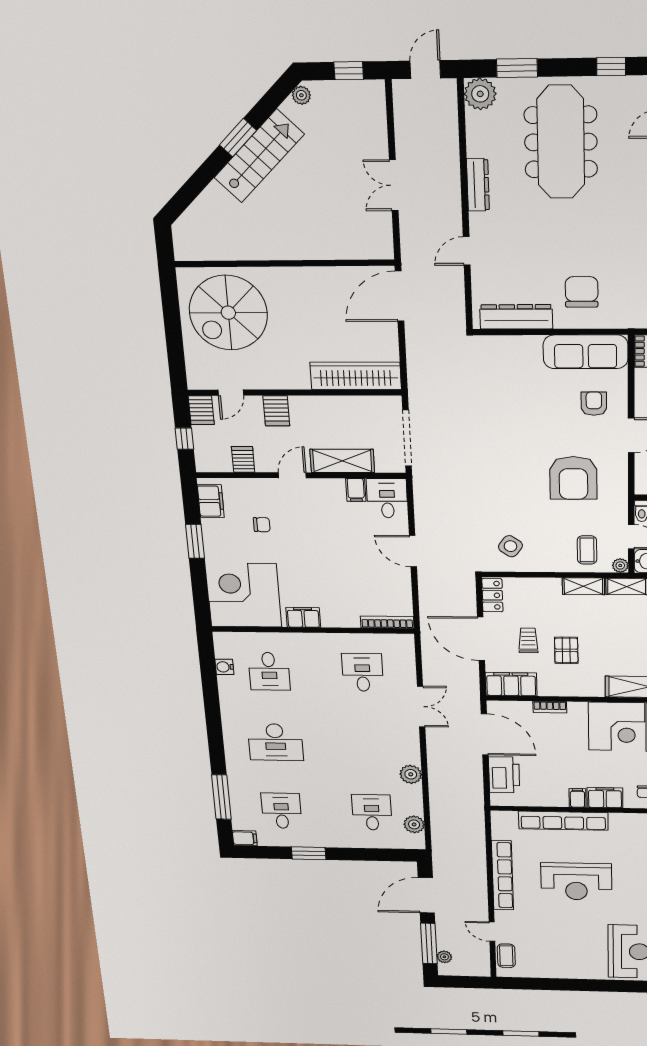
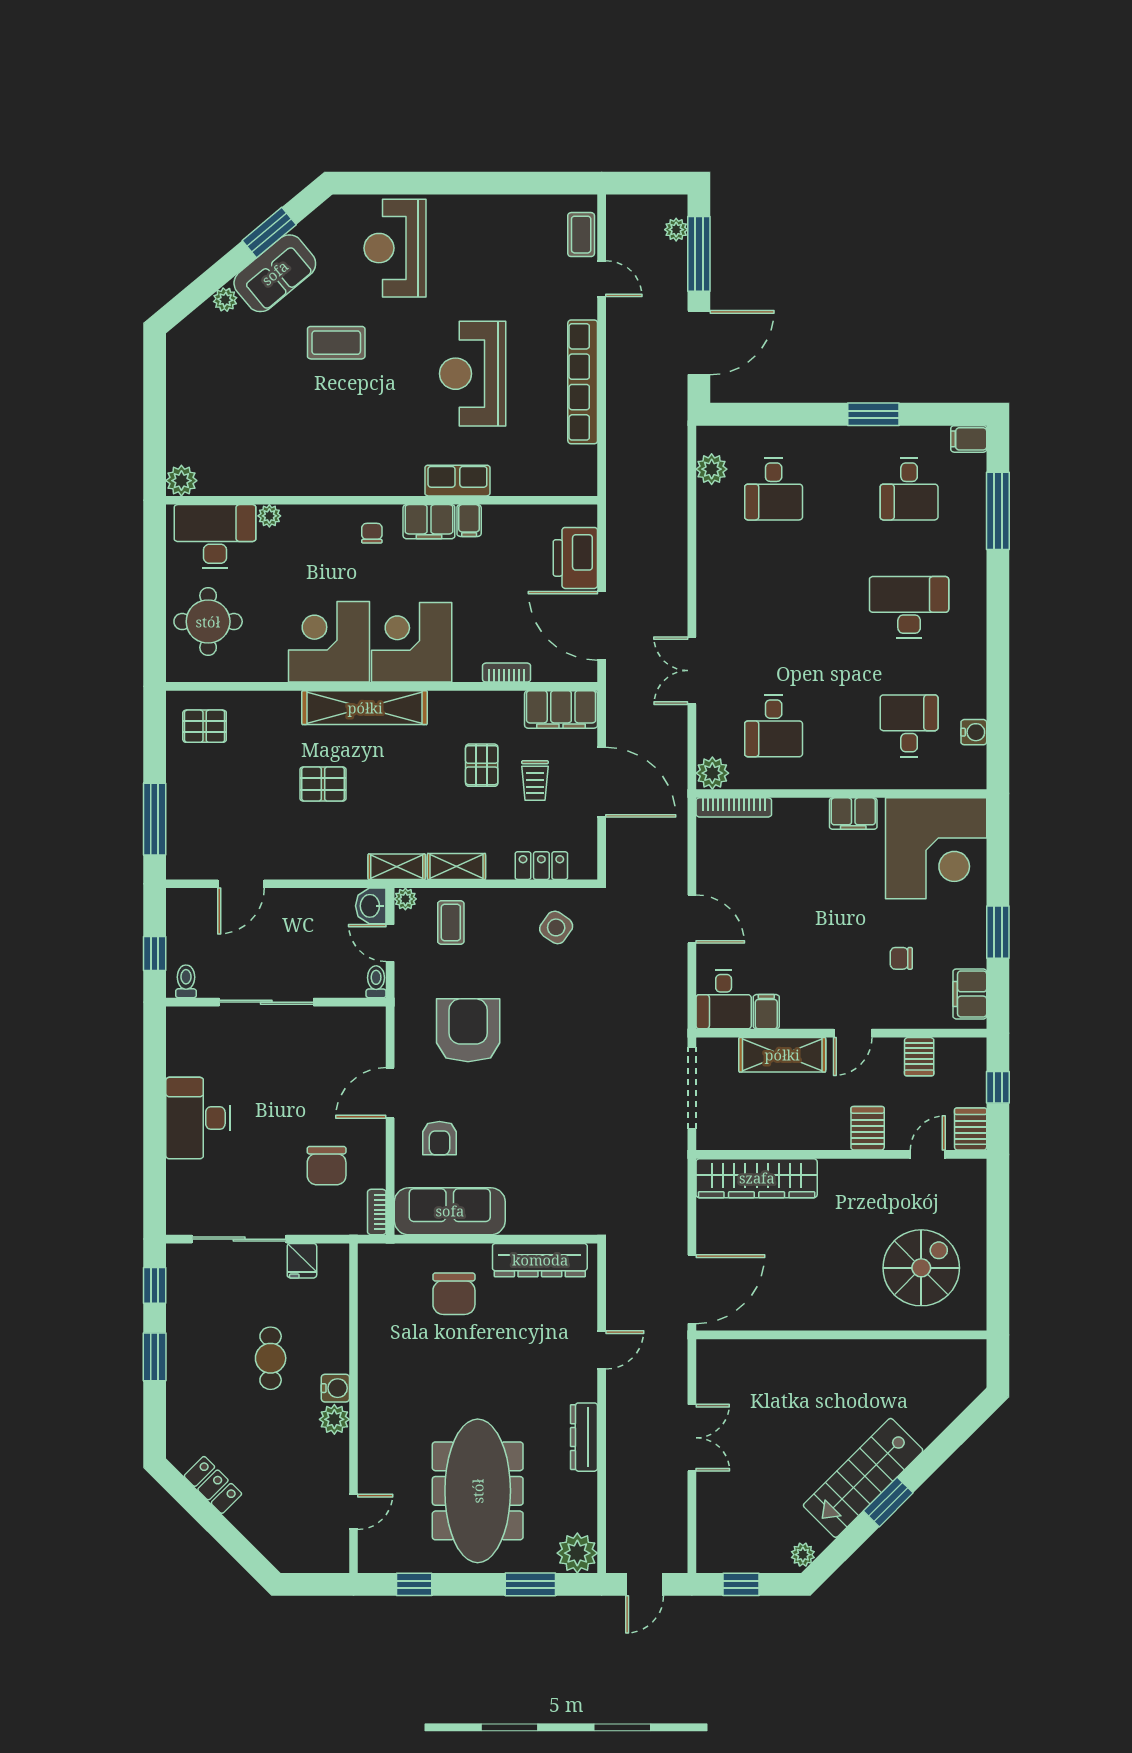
spiral stairs: (228, 313) -> (921, 1268), width x0.73, depth x0.73
locker: (492, 595) -> (541, 866), moved, turned 90
plant: (411, 774) -> (712, 773), moved
row of seats: (563, 821) -> (457, 481), width x0.50
reception desk: (576, 881) -> (473, 374), turned -90

